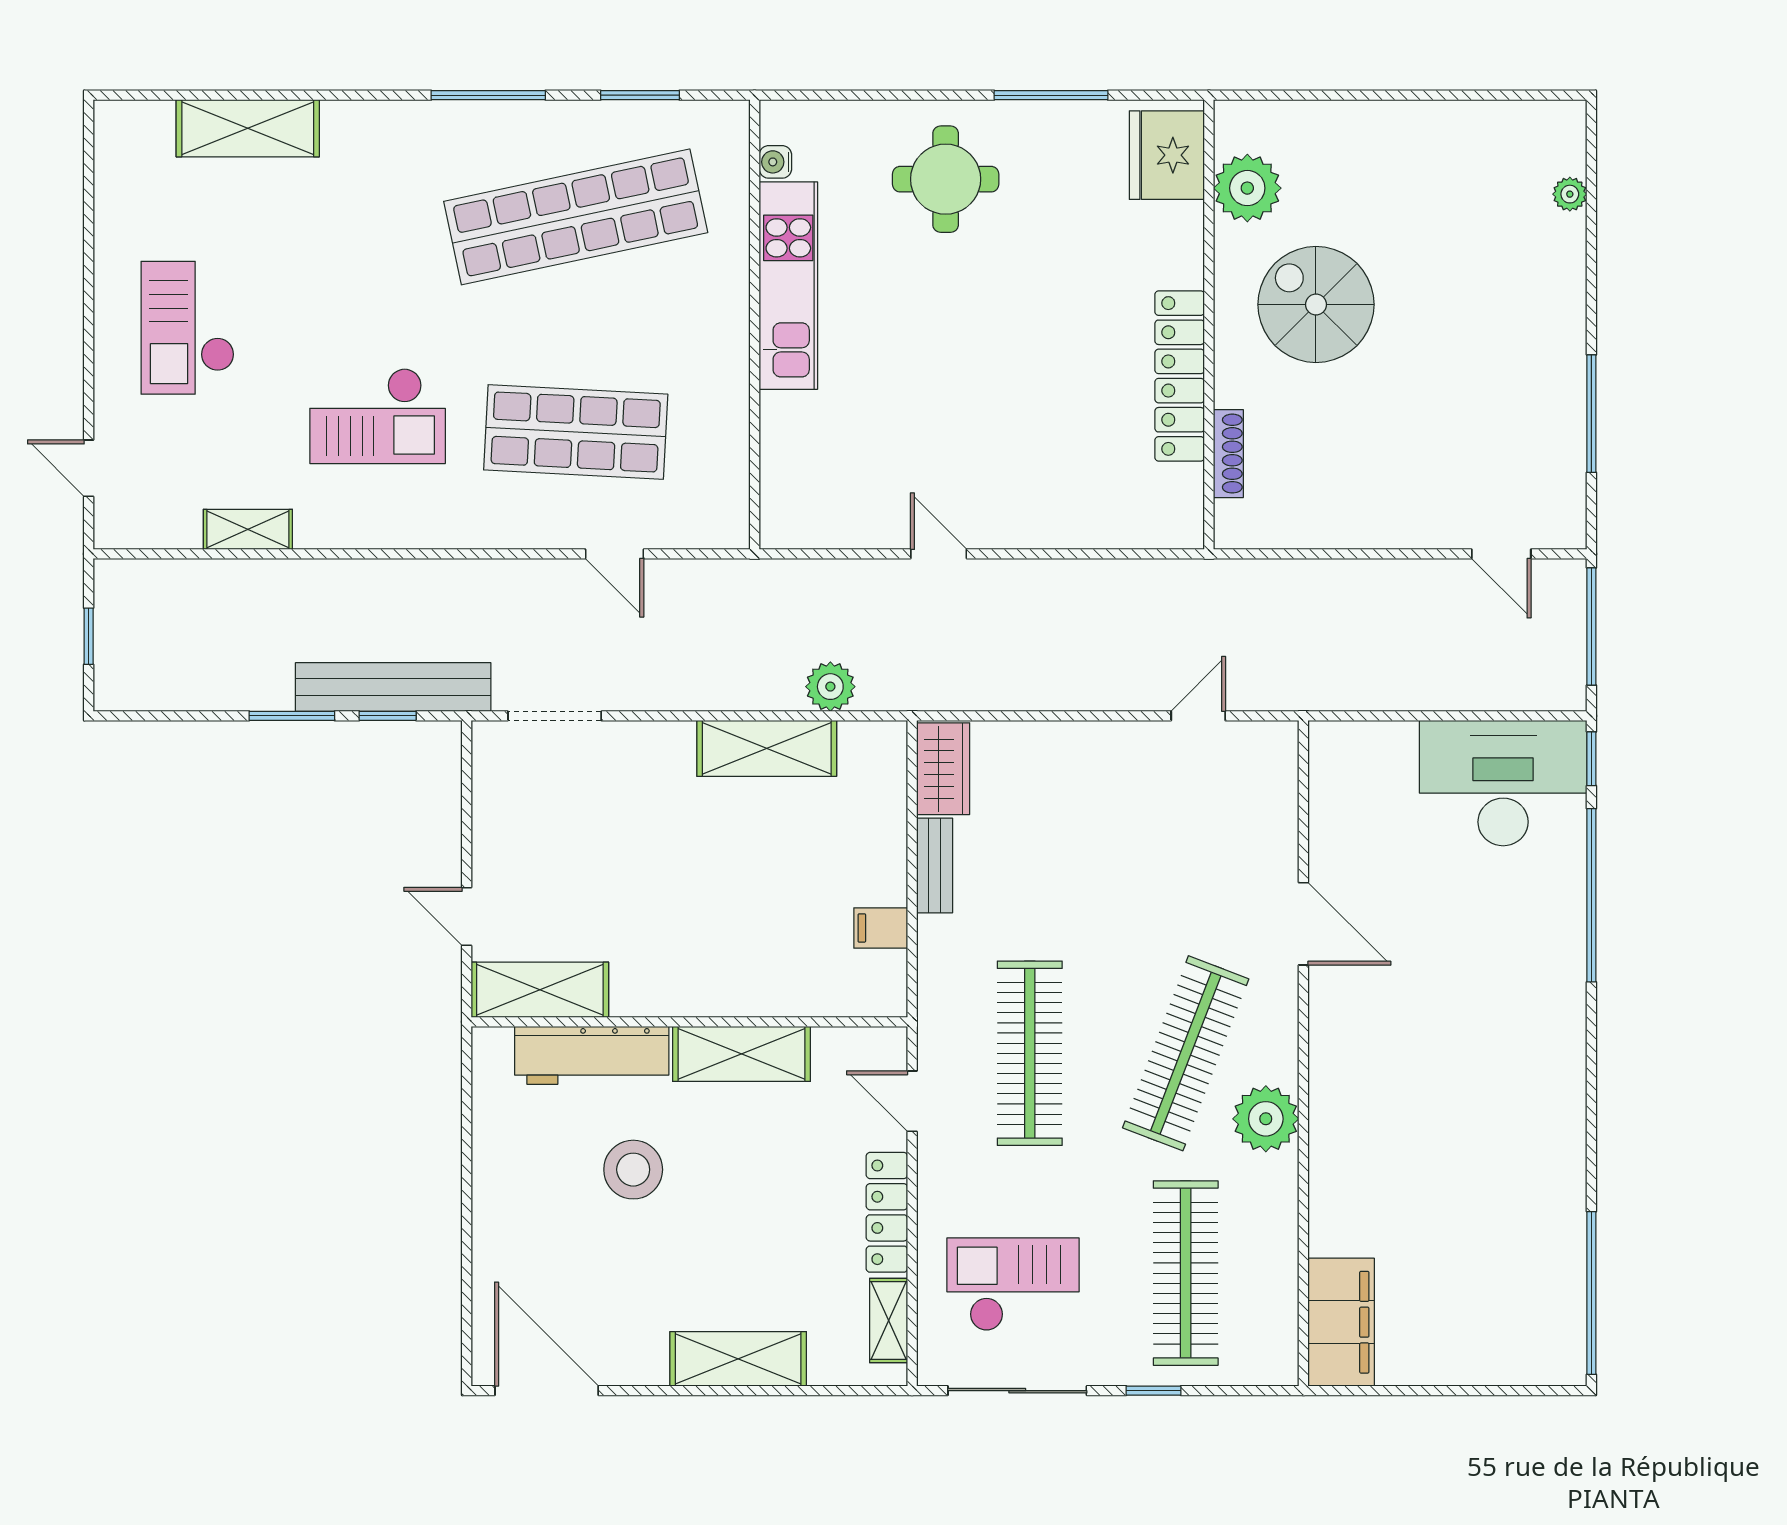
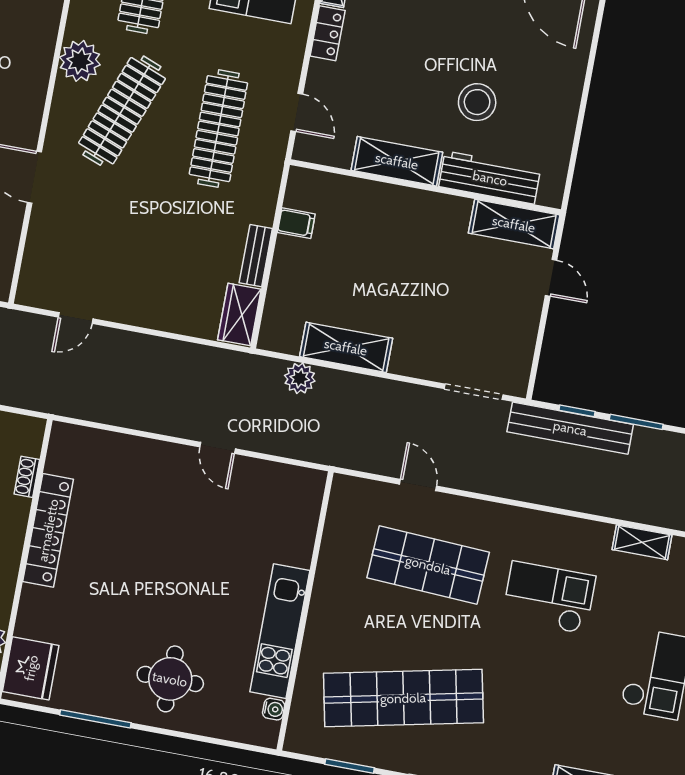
shoe rack: (1228, 454) -> (27, 477), width x0.70
locker: (887, 1212) -> (328, 33), width x0.66

